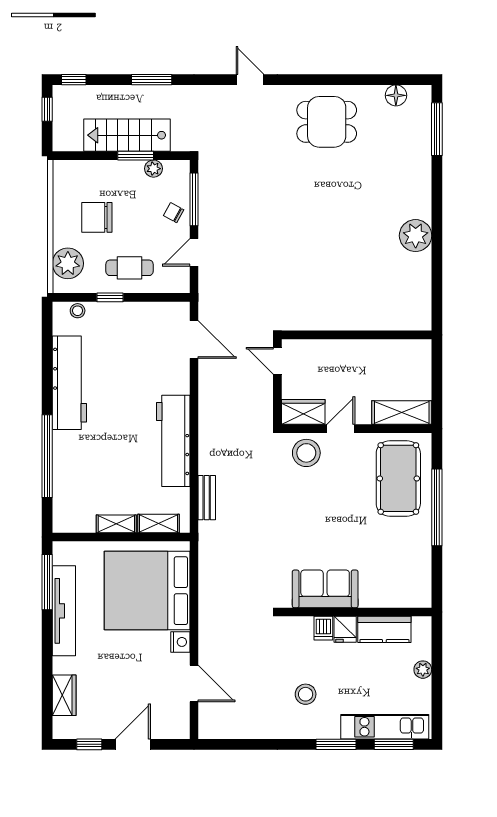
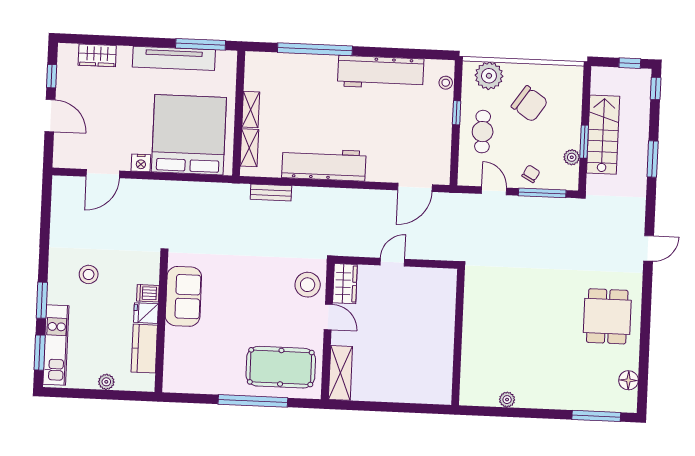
chair: (97, 217) -> (530, 104), turned 124
plant: (416, 236) -> (507, 400), width x0.53, depth x0.53
wall: (357, 335) -> (458, 337), moved

